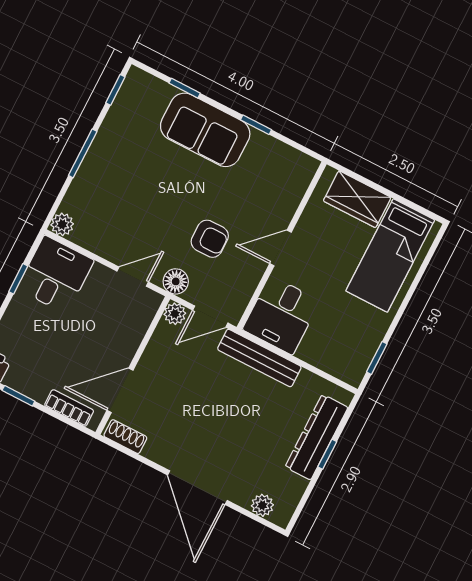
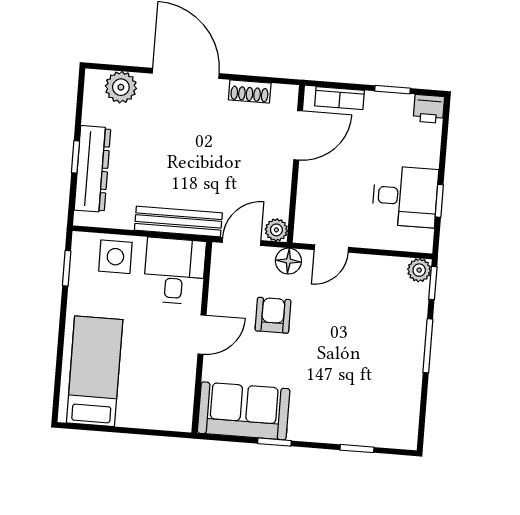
window: (115, 90) -> (433, 283), moved
sofa: (205, 130) -> (244, 411), moved
wardrobe: (357, 199) -> (149, 412), removed
armchair: (210, 239) -> (273, 315), turned 90
desk: (56, 275) -> (405, 196), moved, turned -90
side table: (329, 350) -> (115, 257), added
shoe rack: (125, 437) -> (250, 91), moved
plant: (262, 505) -> (121, 87), width x1.38, depth x1.38

